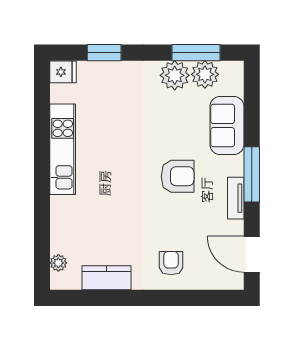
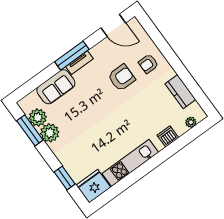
fridge: (63, 72) -> (93, 186), width x1.88, depth x1.34
armchair: (178, 176) -> (122, 78), moved, turned 90
tv unit: (236, 198) -> (79, 63), moved
dishwasher: (62, 221) -> (168, 136), added
door: (252, 254) -> (113, 25), hinge flipped

